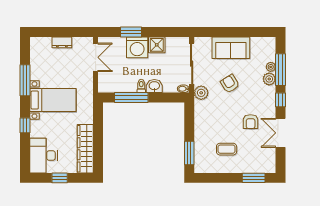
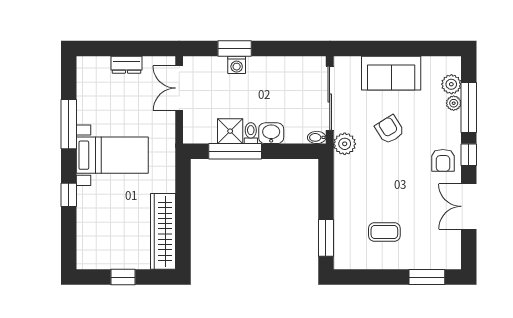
shower: (157, 45) -> (230, 131), moved
washing machine: (137, 47) -> (237, 65), width x0.53, depth x0.53
double door: (96, 57) -> (179, 88), swing flipped
plant: (269, 79) -> (451, 84), moved
armchair: (251, 122) -> (443, 160), moved
desk: (44, 156) -> (98, 242), removed

